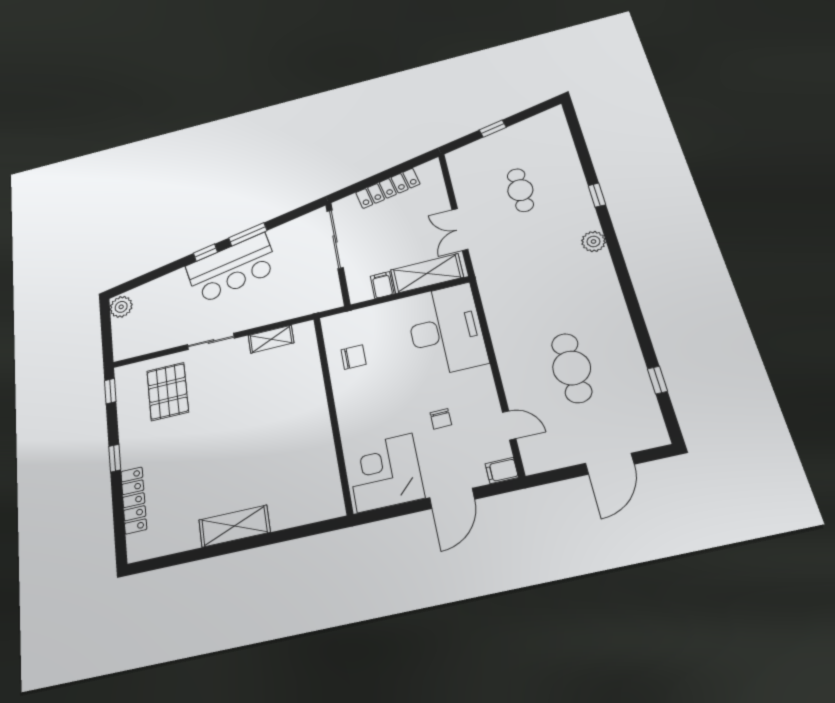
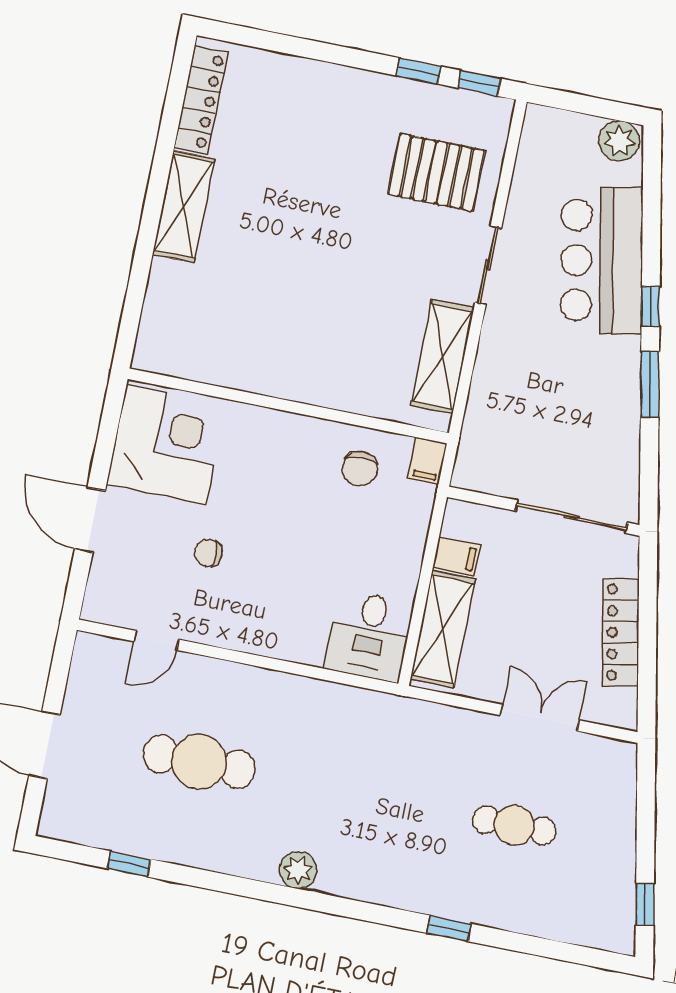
window: (493, 129) -> (645, 904), moved
double door: (460, 229) -> (540, 718), moved
plant: (593, 241) -> (298, 870), moved
bar counter: (232, 268) -> (602, 260), moved
desk: (446, 330) -> (369, 636), width x0.53, depth x0.77
shelving: (271, 339) -> (442, 357), width x1.50, depth x1.33
window: (115, 458) -> (418, 71), moved
filing cabinet: (502, 471) -> (427, 461), moved, turned 180
locker: (134, 500) -> (201, 100), moved, turned -90

